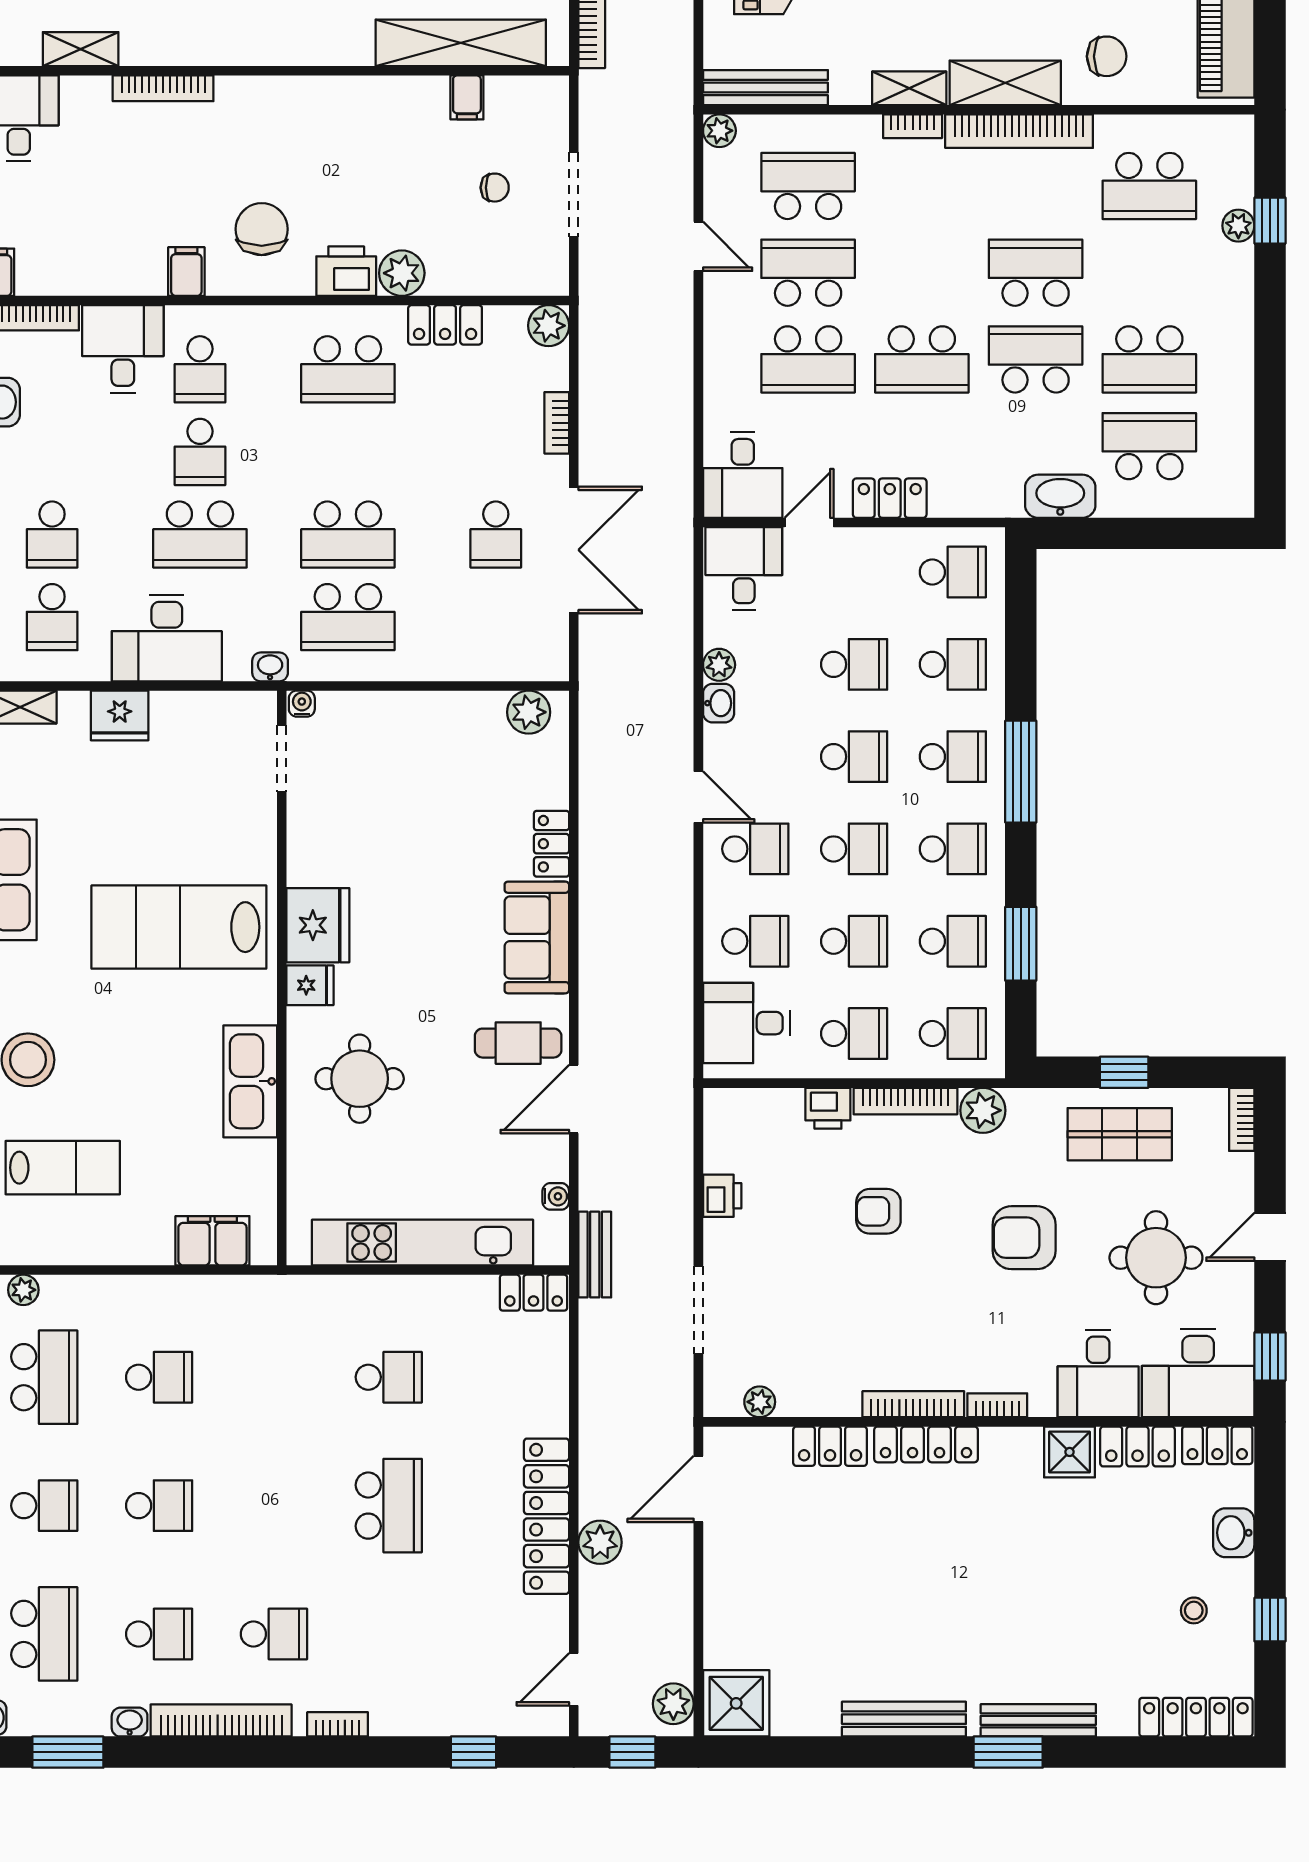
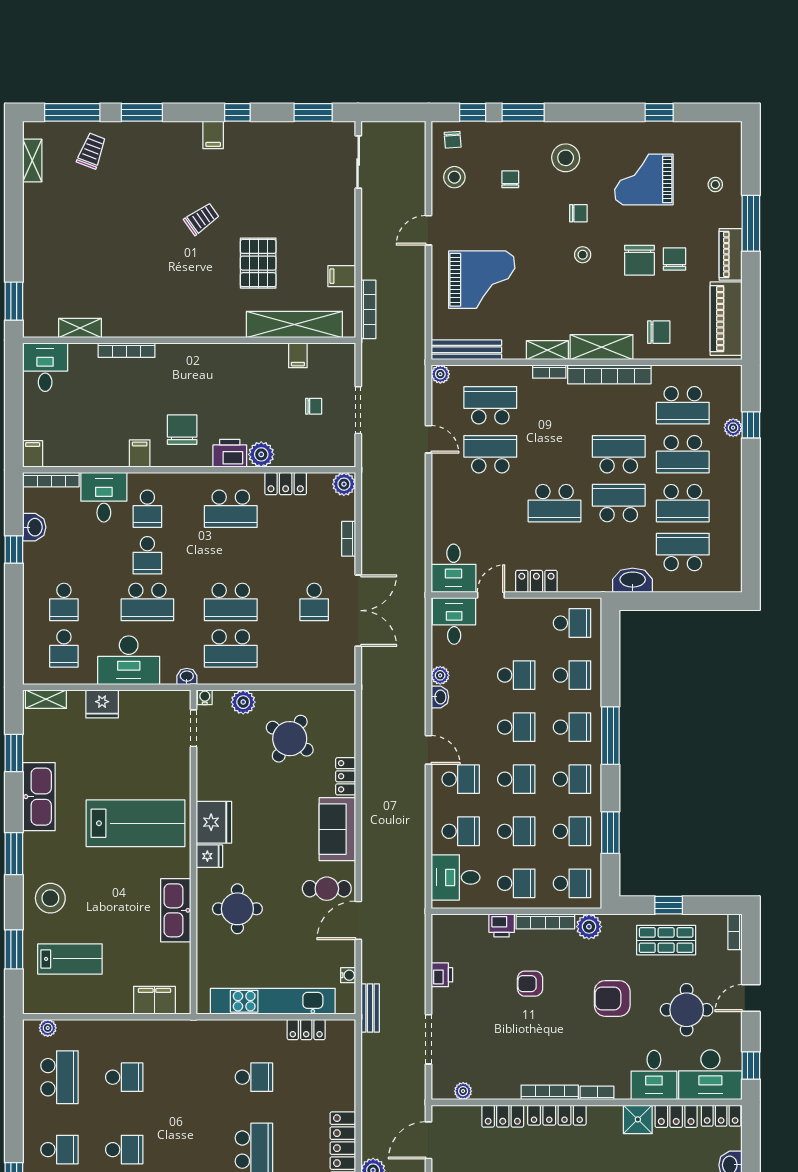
school desk: (808, 359) -> (683, 454), moved
plant: (529, 712) -> (243, 702), moved
round table: (452, 777) -> (290, 739), added
lab bench: (179, 927) -> (135, 823), turned 180
locker: (534, 1293) -> (306, 1029), moved

